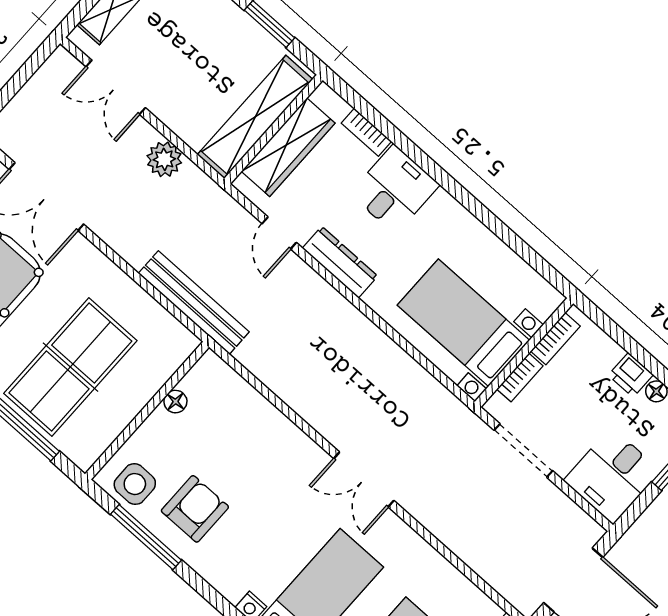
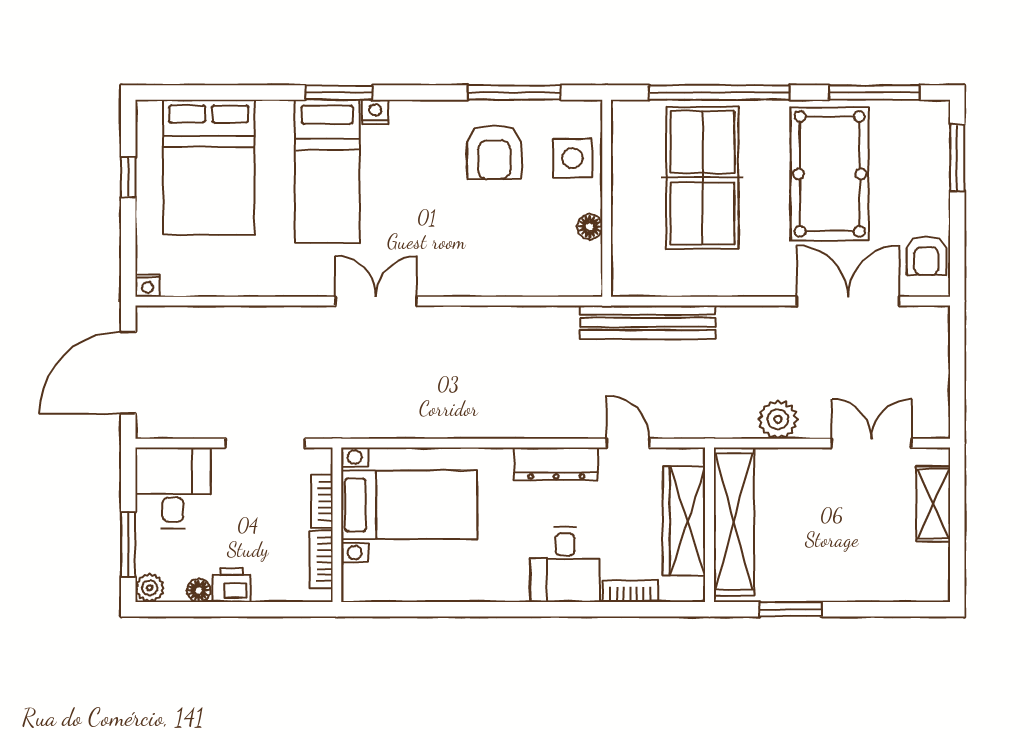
side table: (135, 484) -> (572, 158), moved

